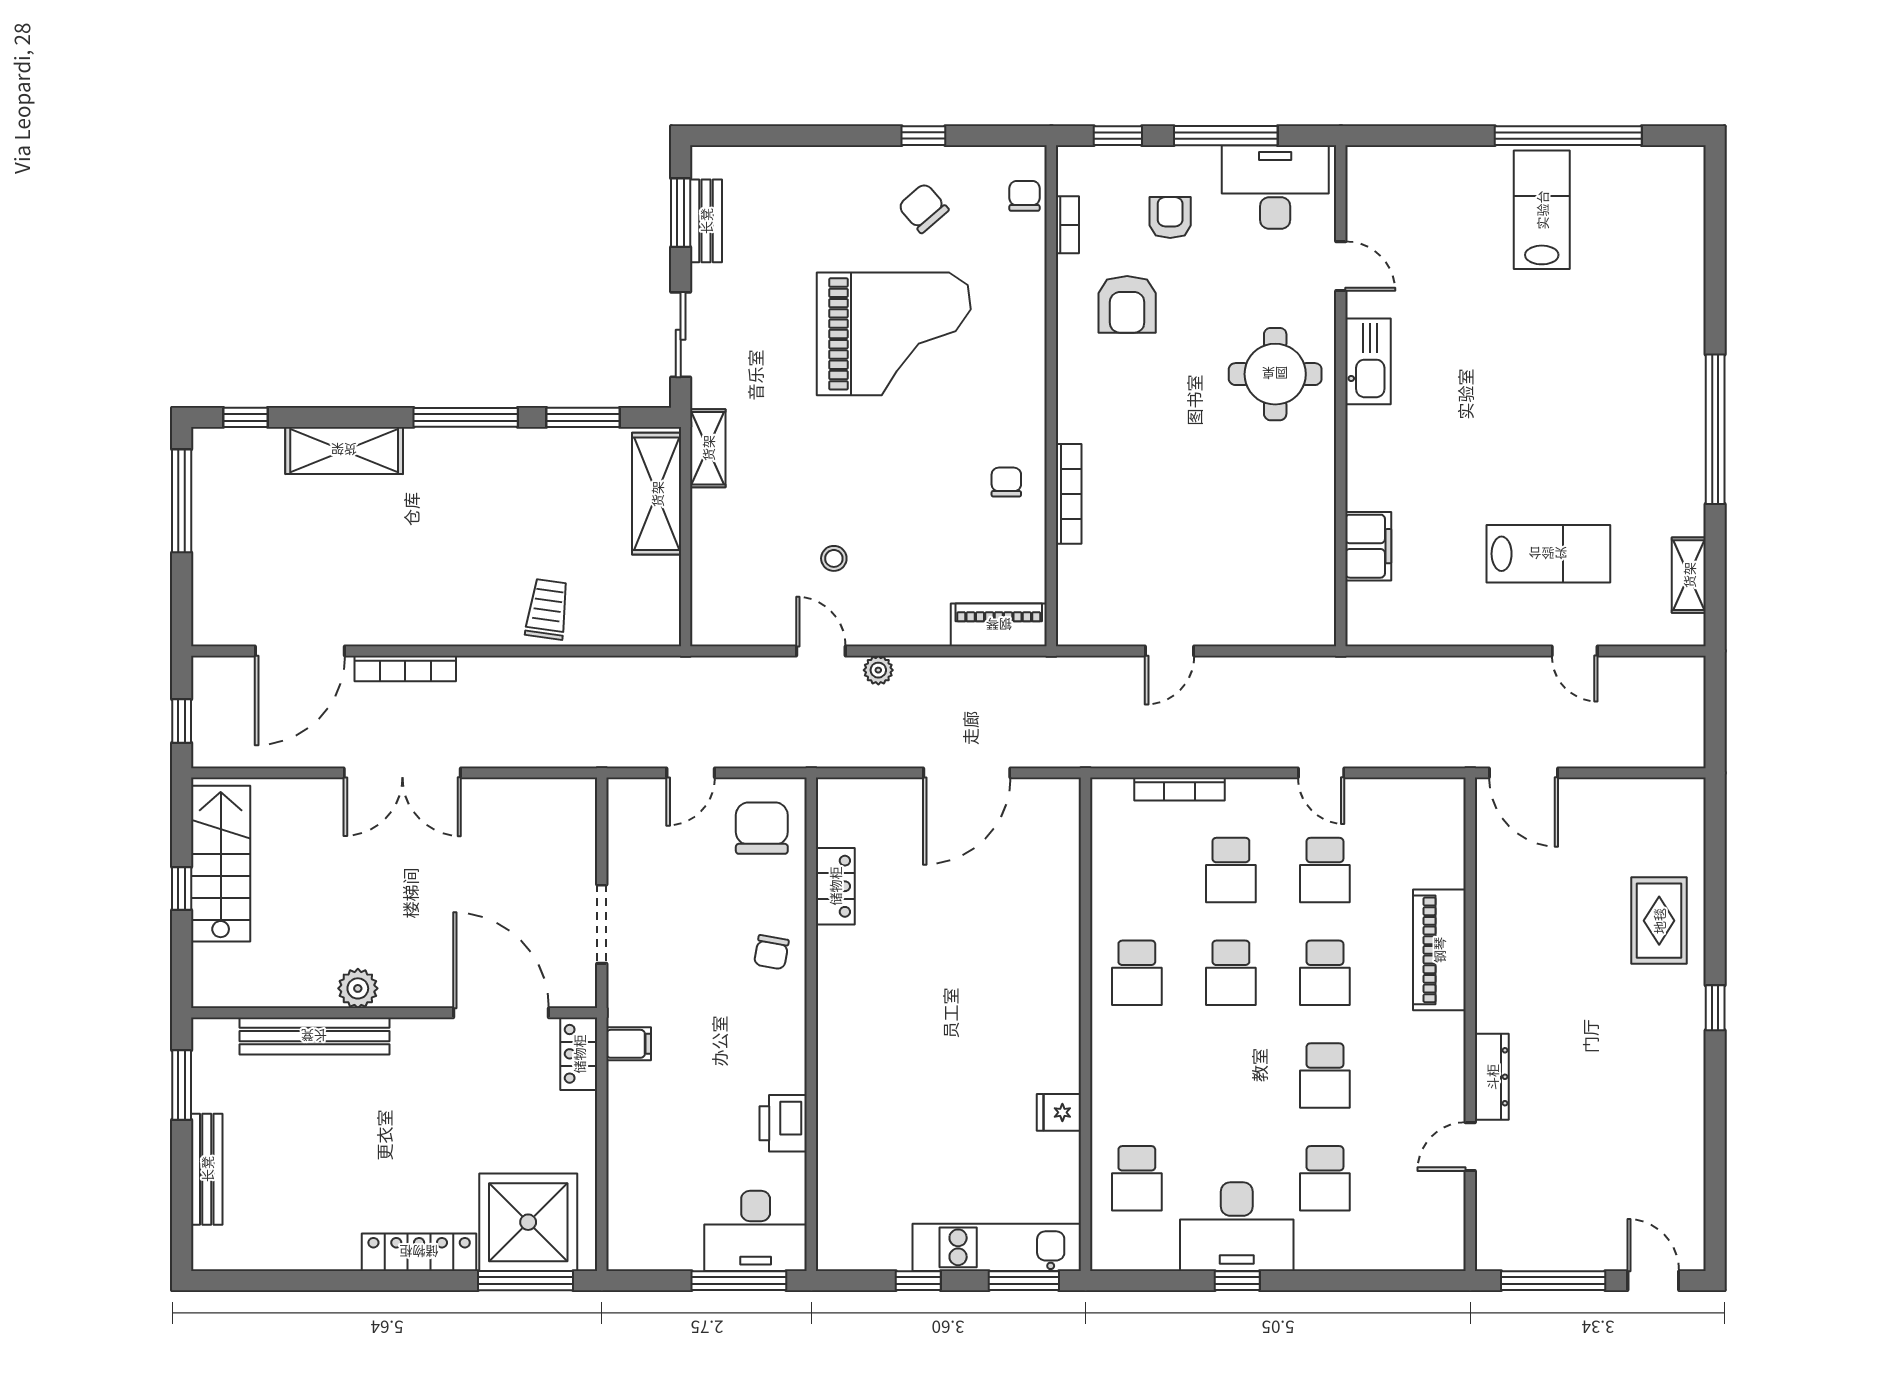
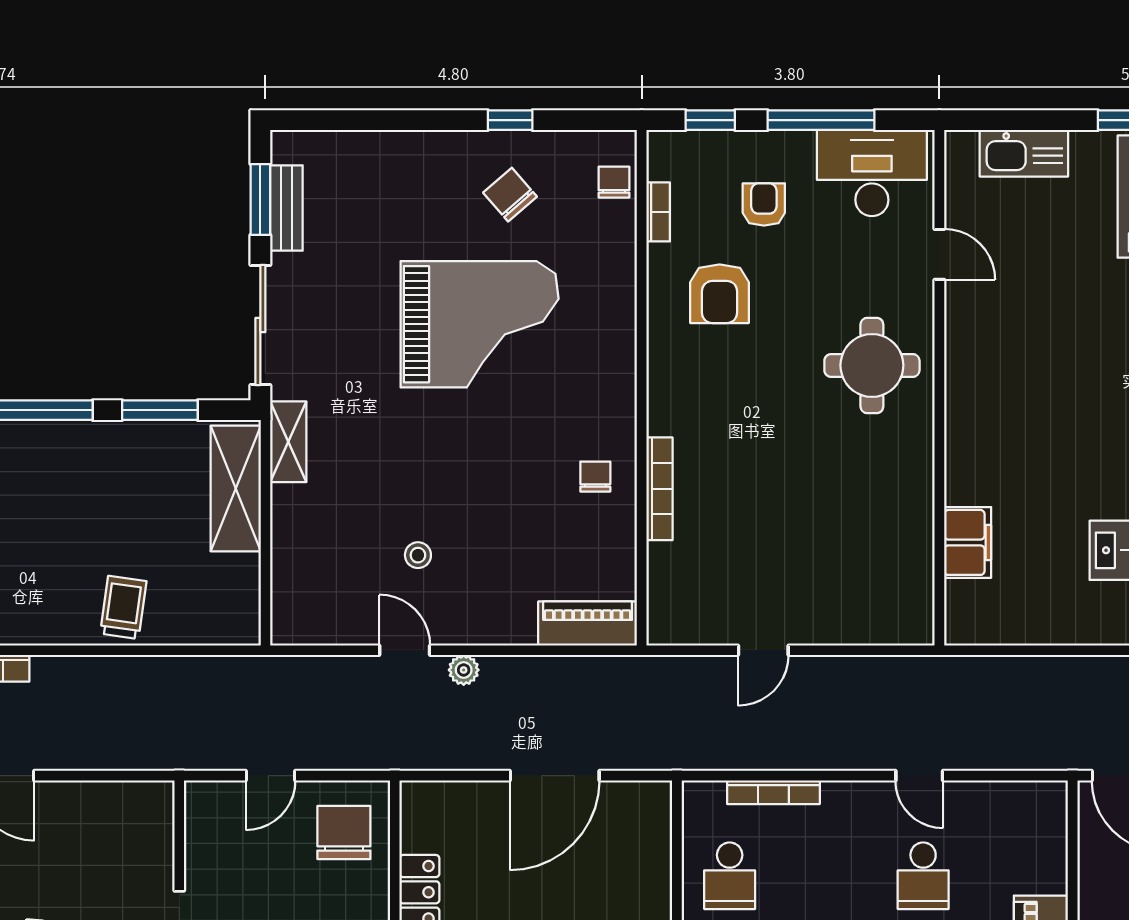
sliding door: (681, 335) -> (260, 325), width x1.37
kitchen sink: (1368, 361) -> (1024, 153), moved, turned 90
school desk: (1231, 870) -> (730, 876), moved

